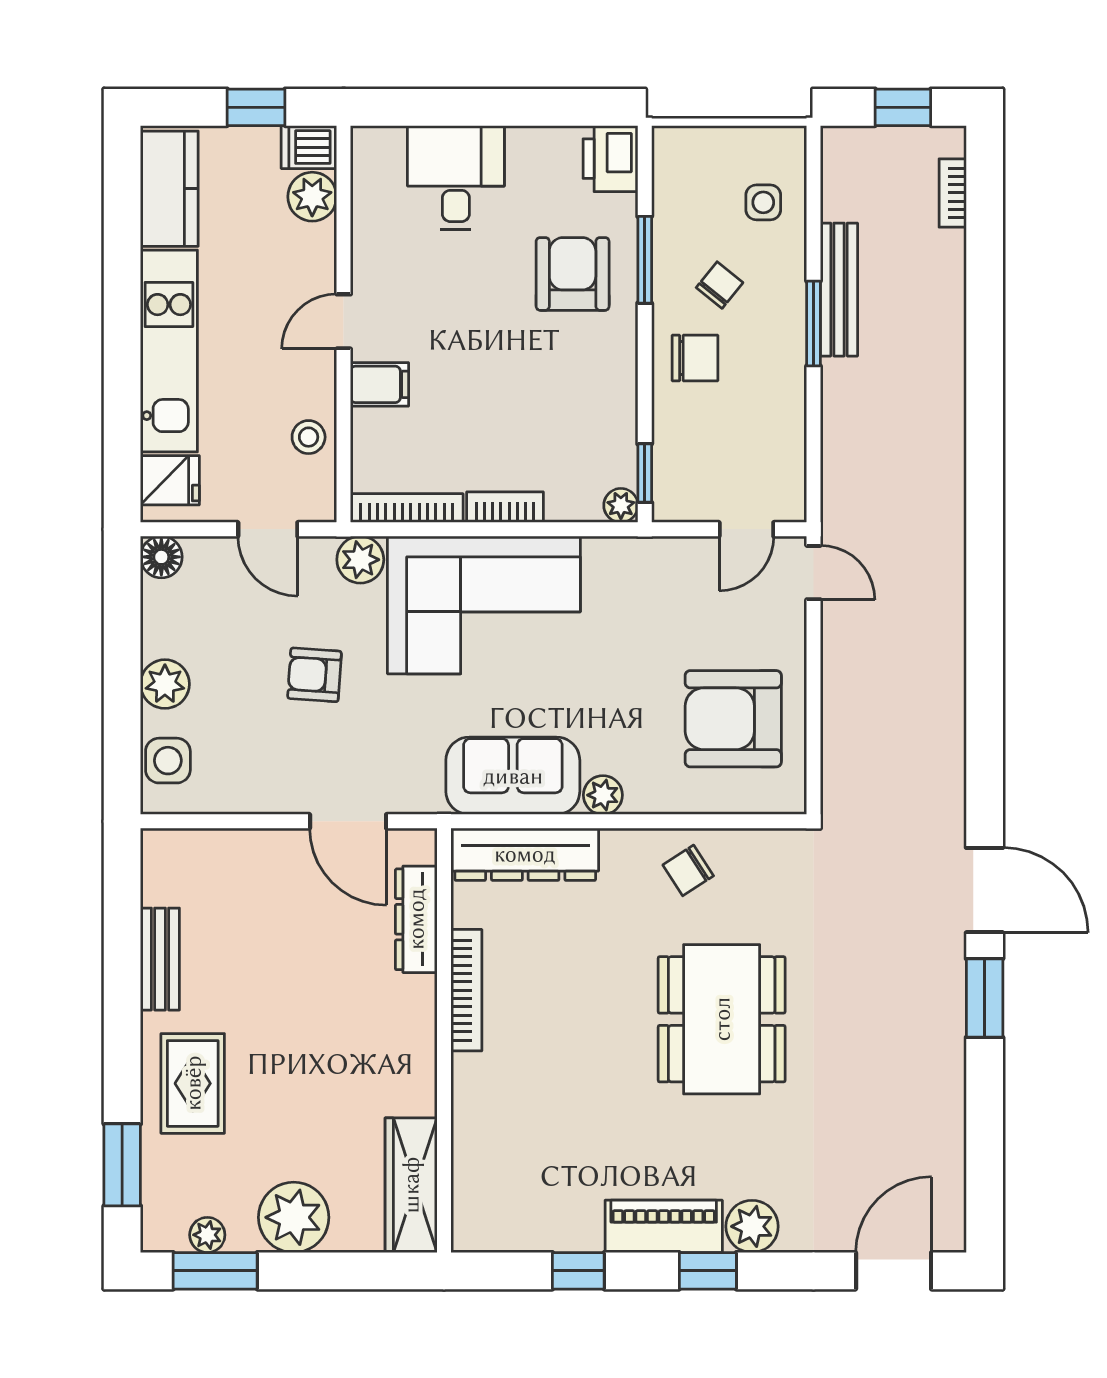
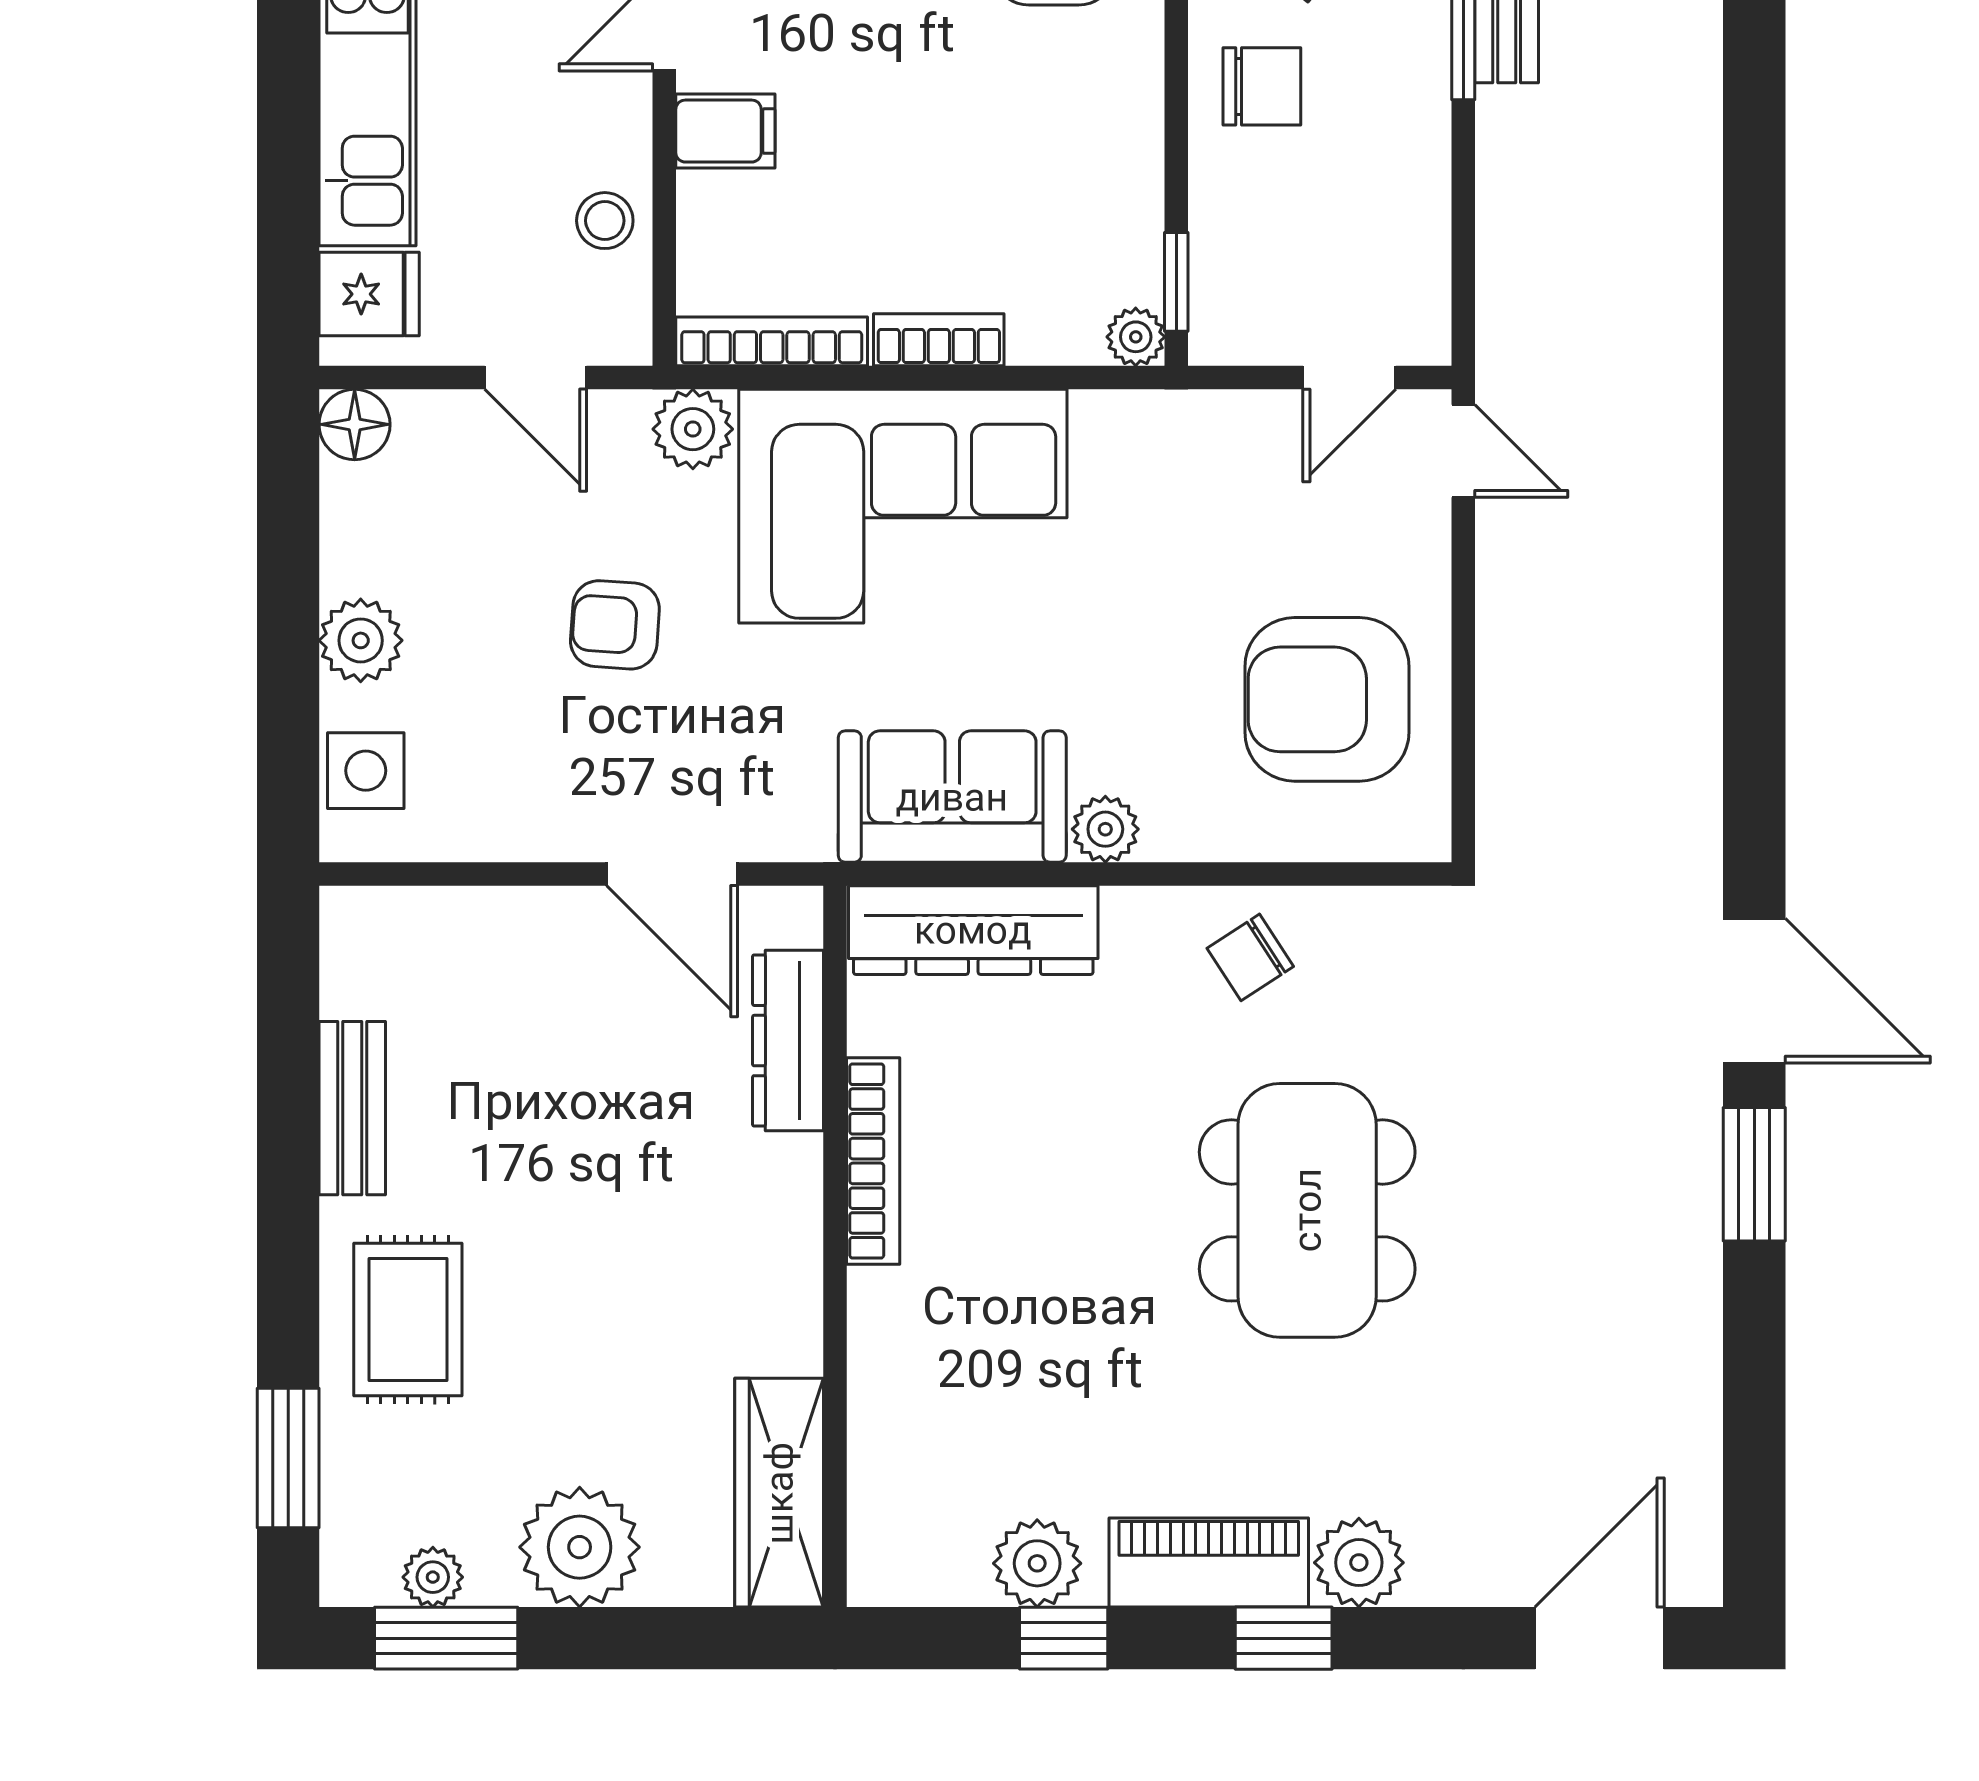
plant: (563, 1227) -> (1037, 1563), added

